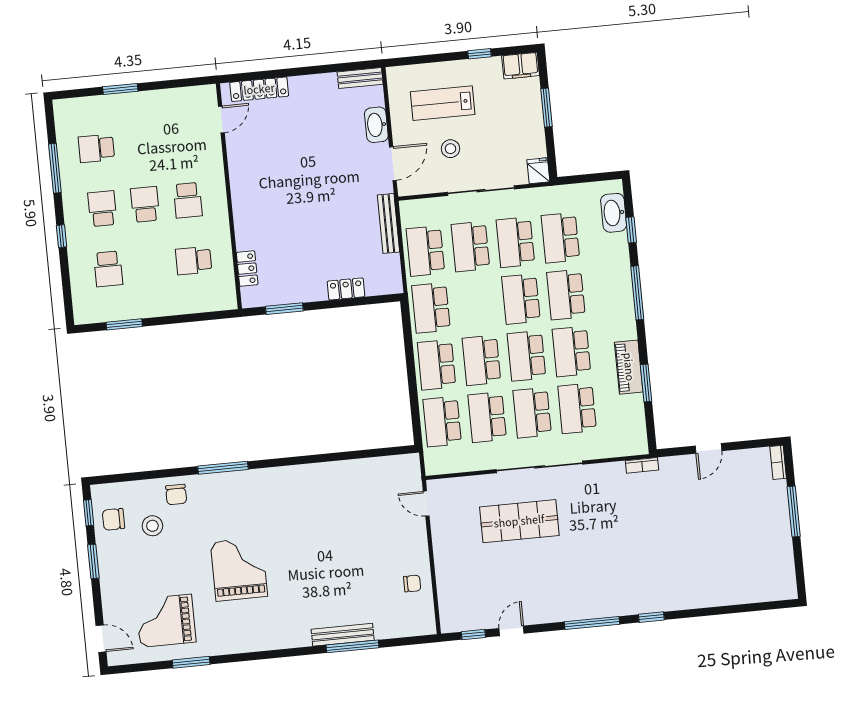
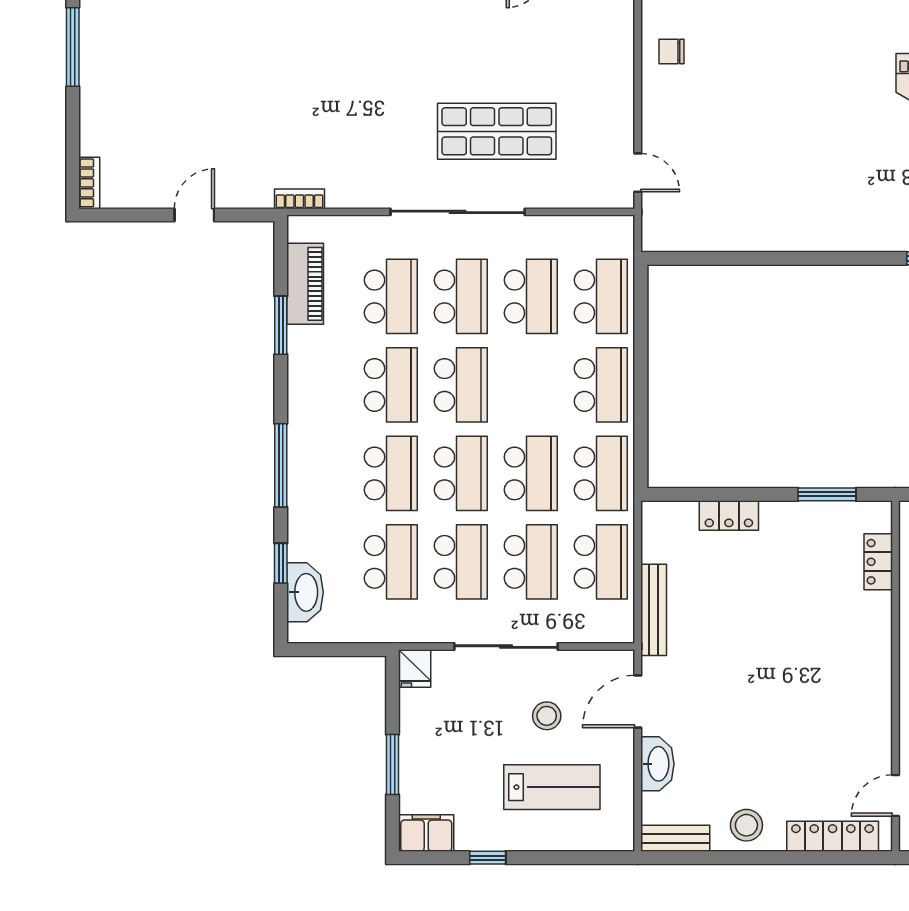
stool: (315, 91) -> (746, 825), added
school desk: (482, 360) -> (531, 473), moved
piano: (629, 367) -> (305, 284), moved
window: (794, 511) -> (73, 47), moved

